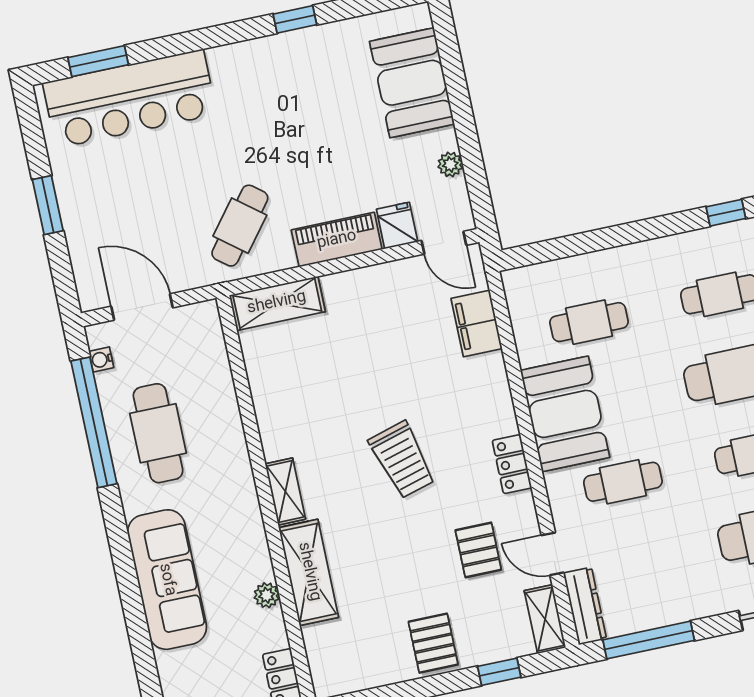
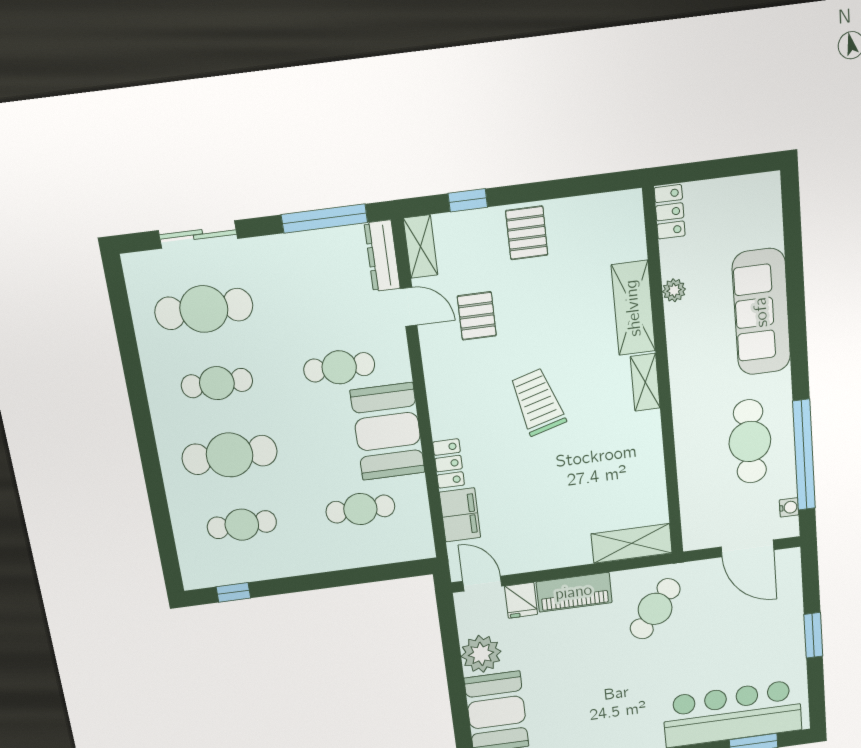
plant: (450, 164) -> (481, 654), width x1.88, depth x1.88
locker: (512, 464) -> (449, 464), moved

